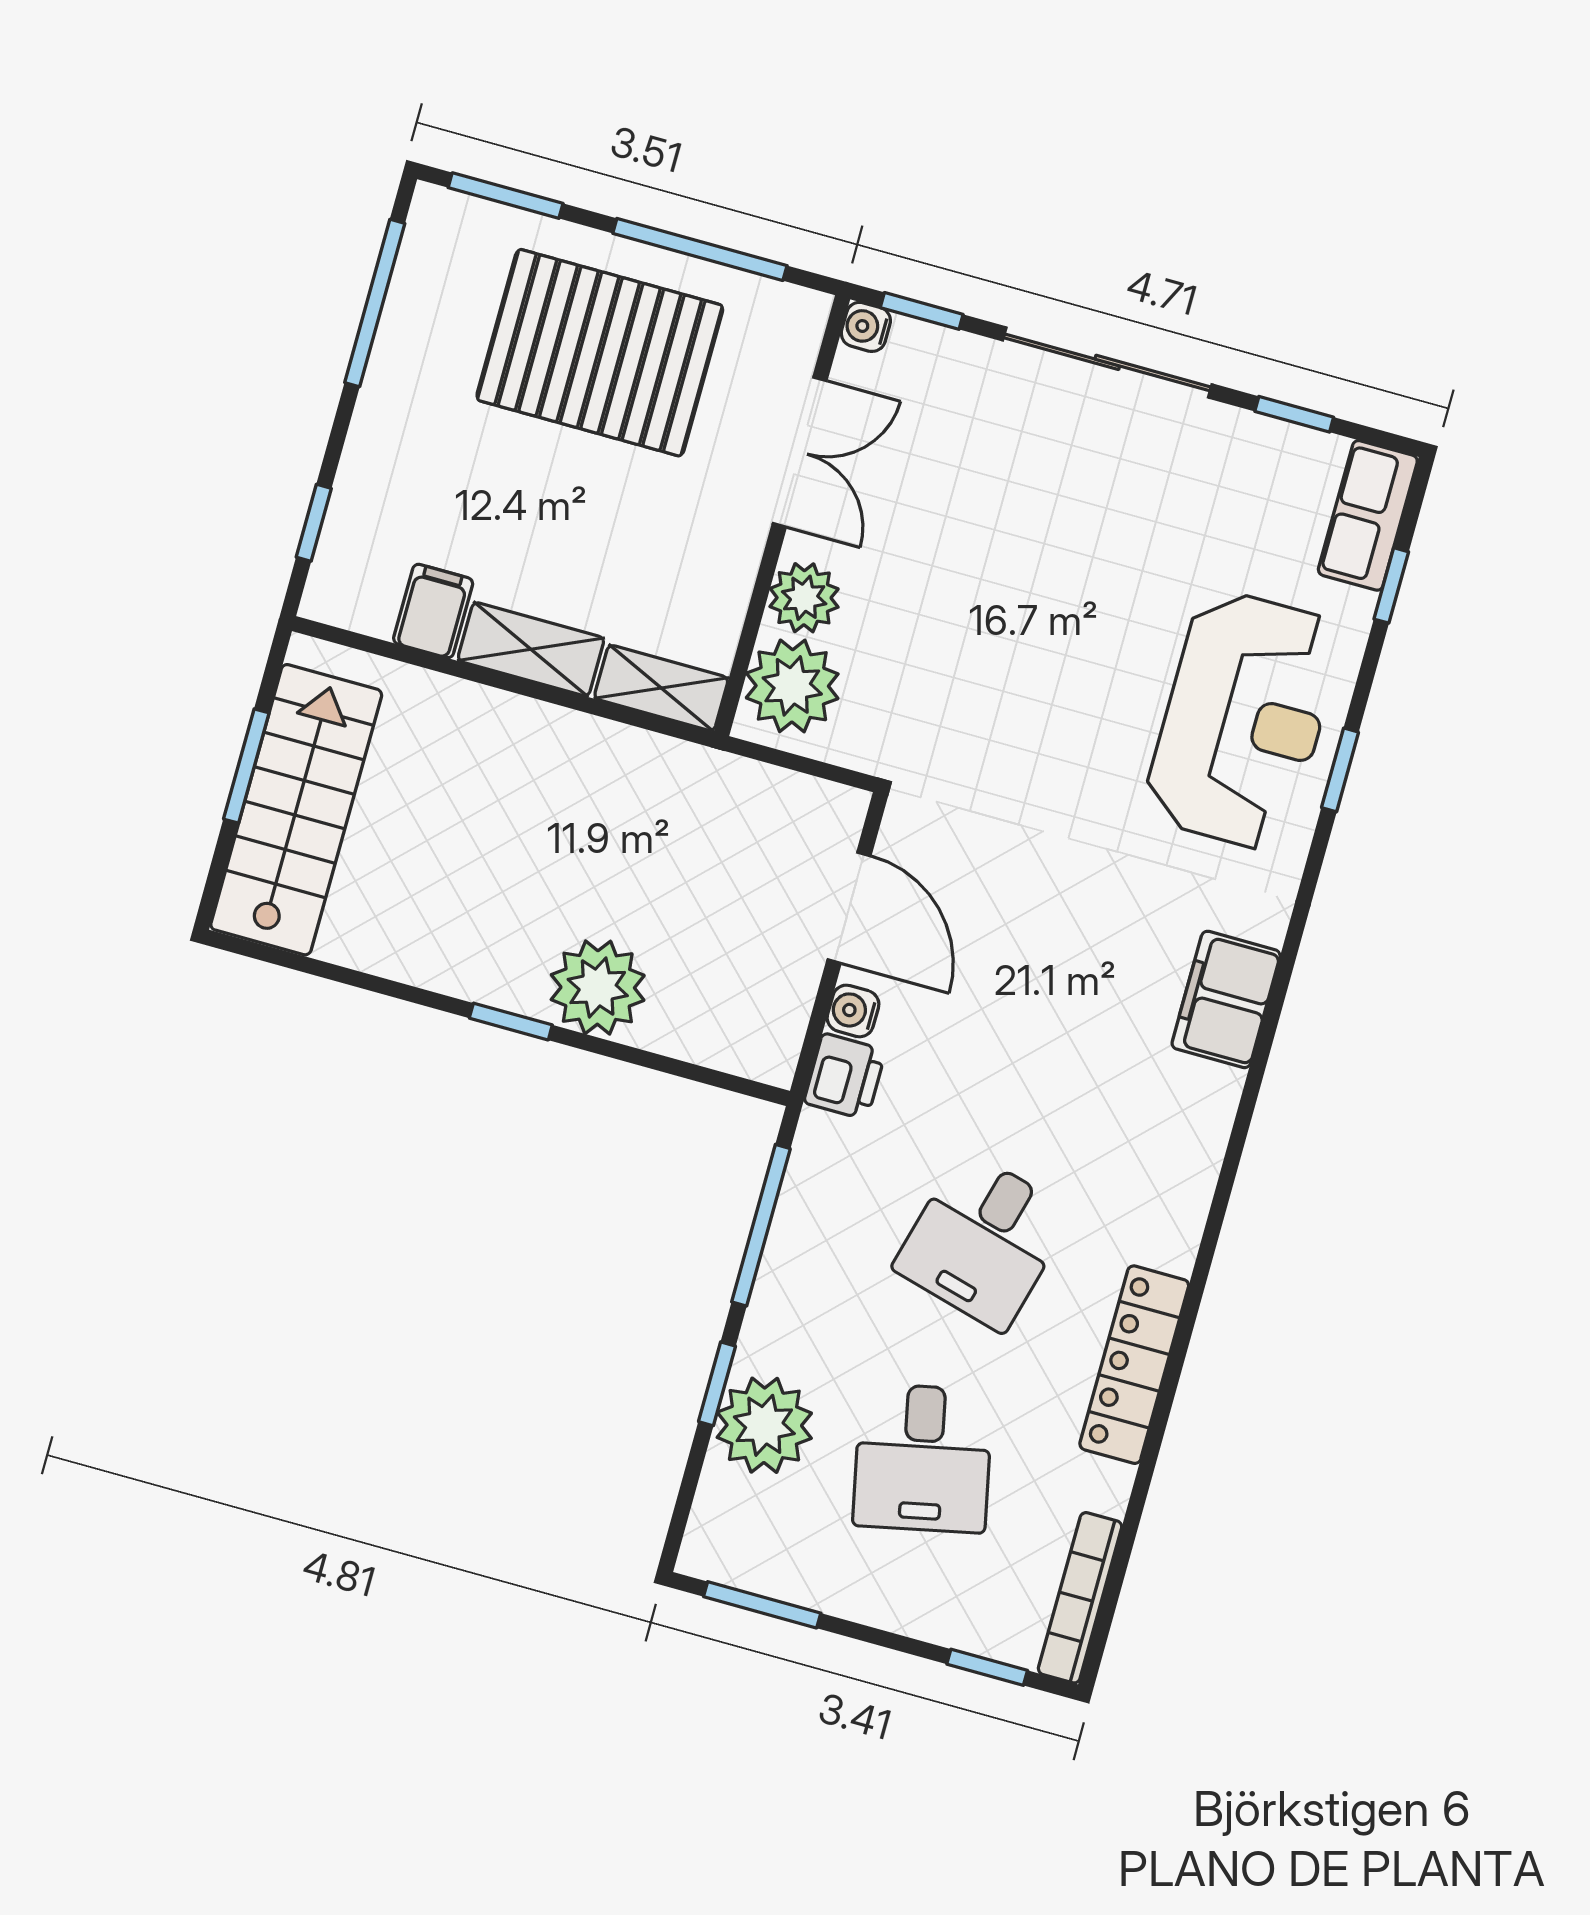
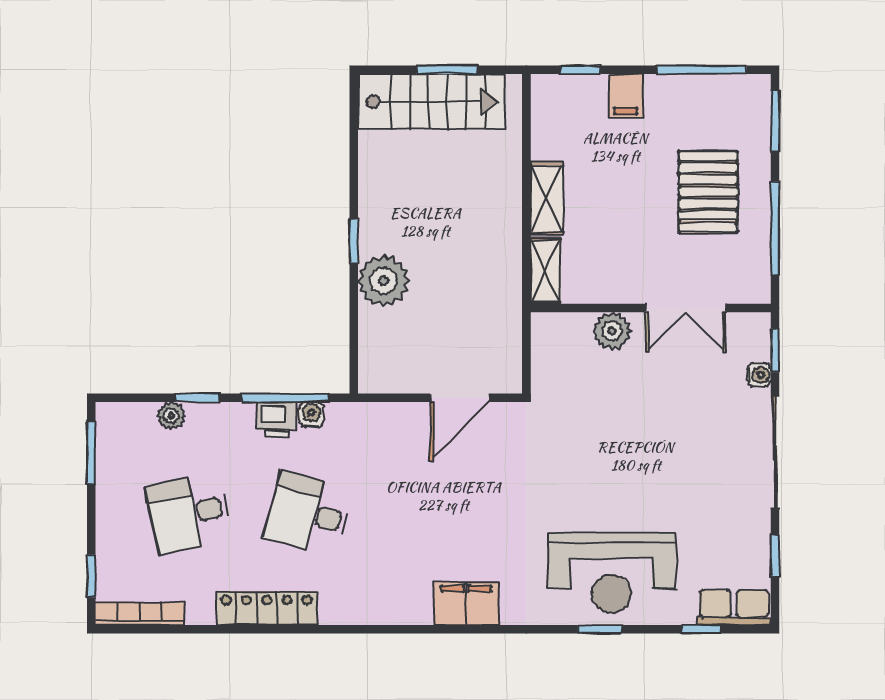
water cooler: (866, 327) -> (759, 375), moved, turned 90
pallet: (600, 353) -> (708, 192), width x0.73, depth x0.71
filing cabinet: (433, 611) -> (626, 96), moved, turned 90
plant: (792, 686) -> (565, 337), removed
water cooler: (853, 1011) -> (311, 415), moved
printer: (845, 1076) -> (277, 420), moved
plant: (764, 1425) -> (171, 416), width x0.53, depth x0.53

